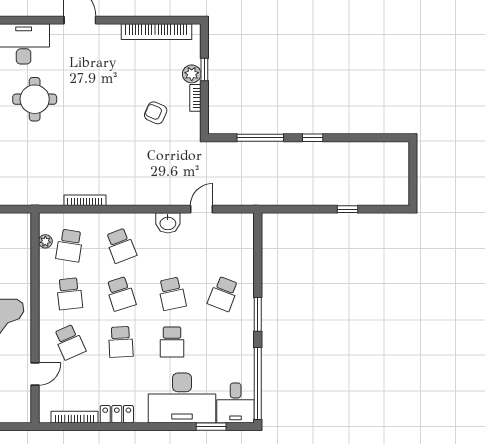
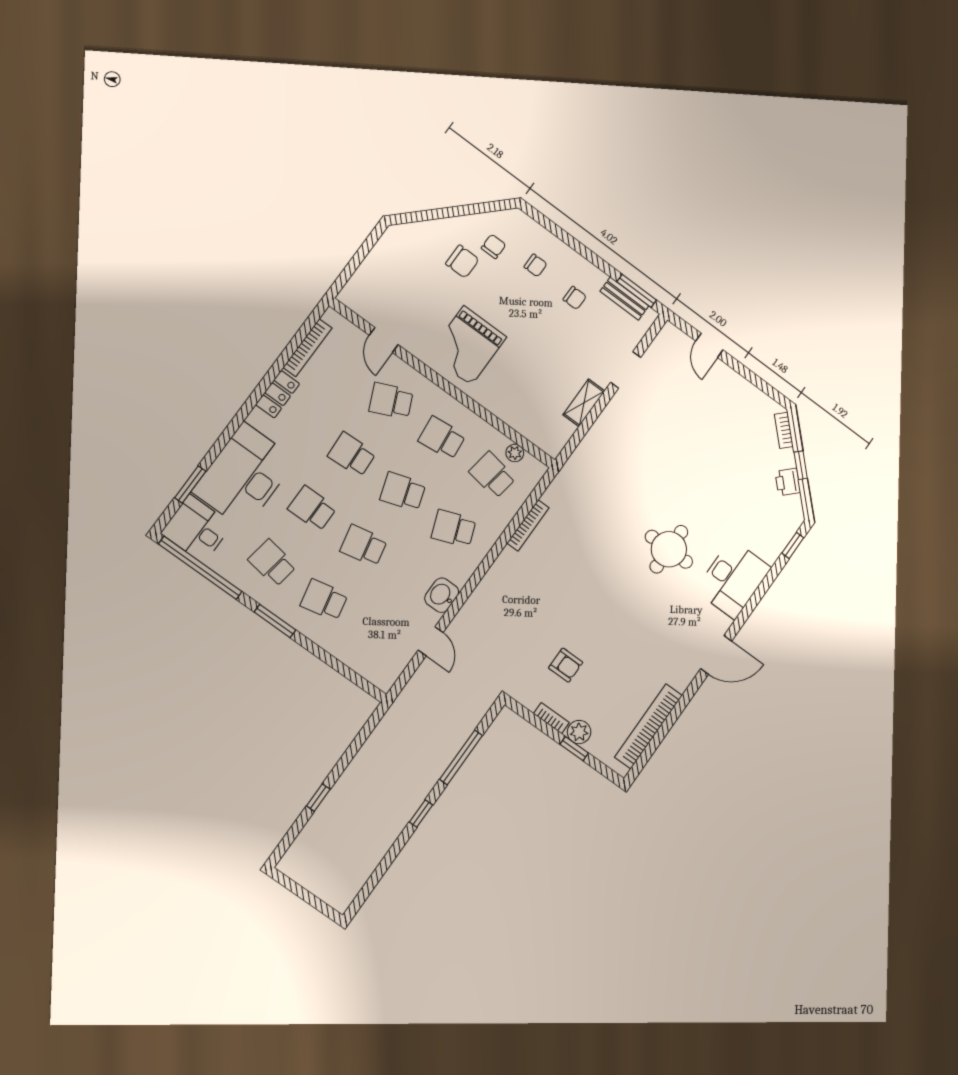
armchair: (156, 113) -> (566, 665), turned 66
school desk: (223, 294) -> (324, 600), turned -33
school desk: (223, 342) -> (272, 563), added

